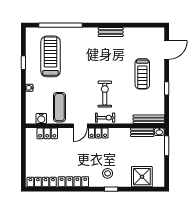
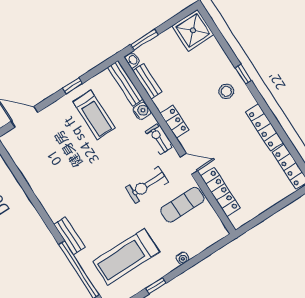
bench: (111, 32) -> (69, 236), moved
treadmill: (142, 74) -> (94, 115), moved, turned 90
exercise bike: (105, 94) -> (147, 185), moved
water cooler: (41, 119) -> (142, 111), moved
locker: (47, 133) -> (220, 192), width x1.53
locker: (98, 133) -> (175, 122), moved
shower: (142, 177) -> (193, 30), moved

